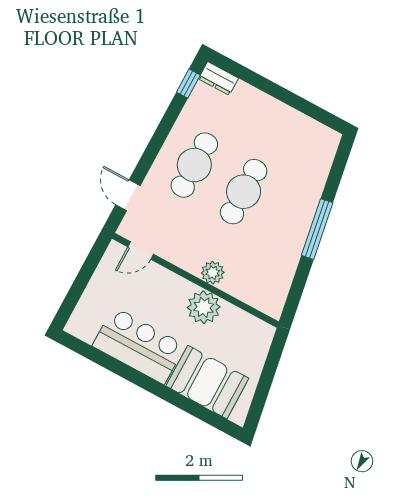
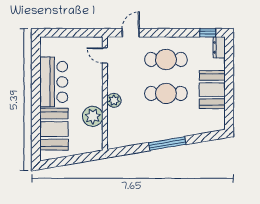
booth: (274, 122) -> (212, 90), added
plant: (204, 307) -> (93, 116), moved

